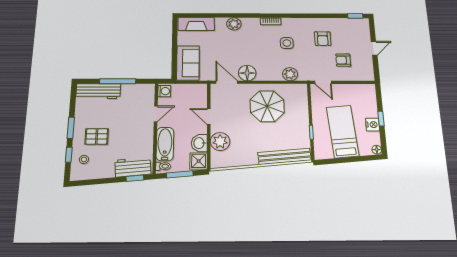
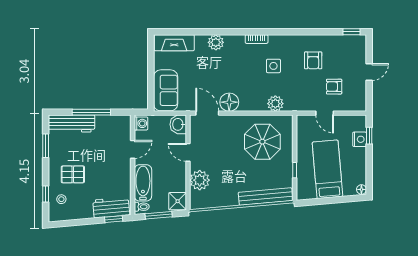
door: (323, 82) -> (325, 113), moved
parasol: (267, 106) -> (262, 142), moved
window: (381, 119) -> (369, 136), moved
nightstand: (373, 125) -> (360, 139), moved
window: (71, 128) -> (46, 146), moved
washbasin: (199, 143) -> (178, 124), moved

